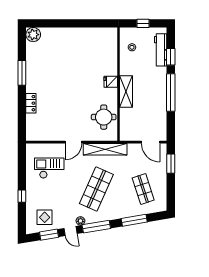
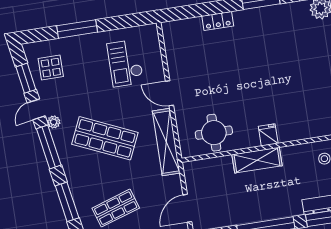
checkout: (49, 168) -> (125, 63), turned 180
window: (22, 196) -> (77, 29), width x2.17

